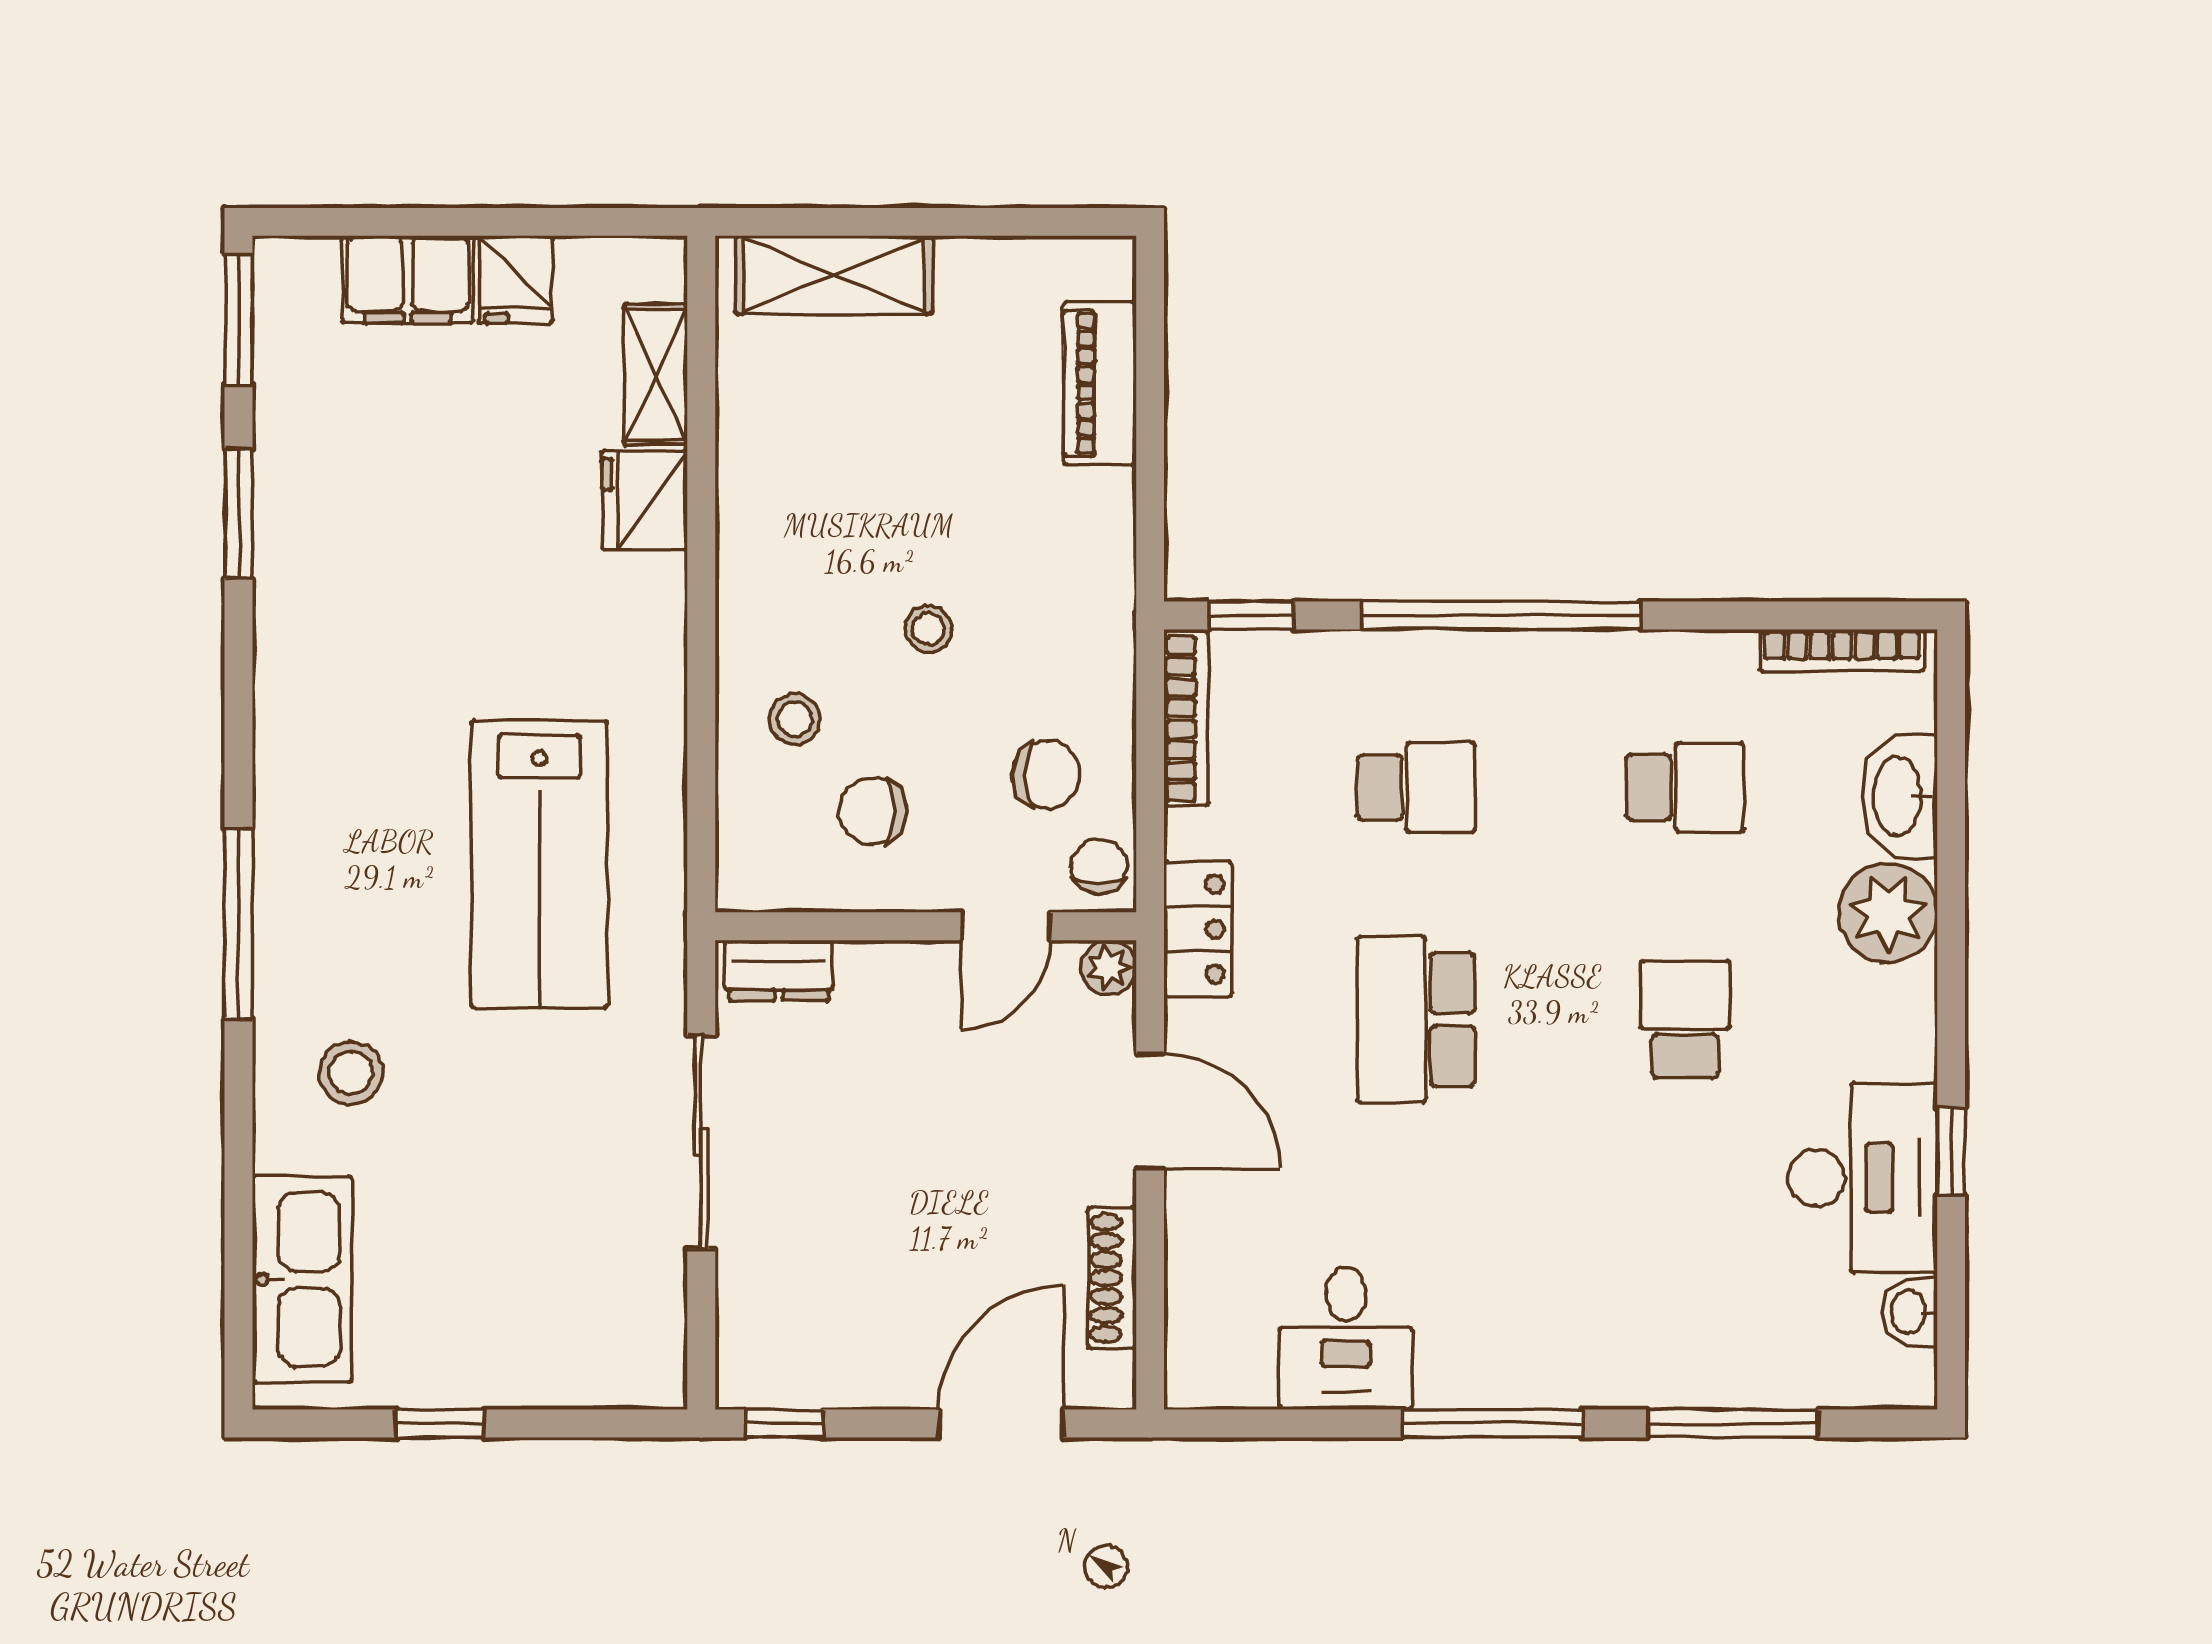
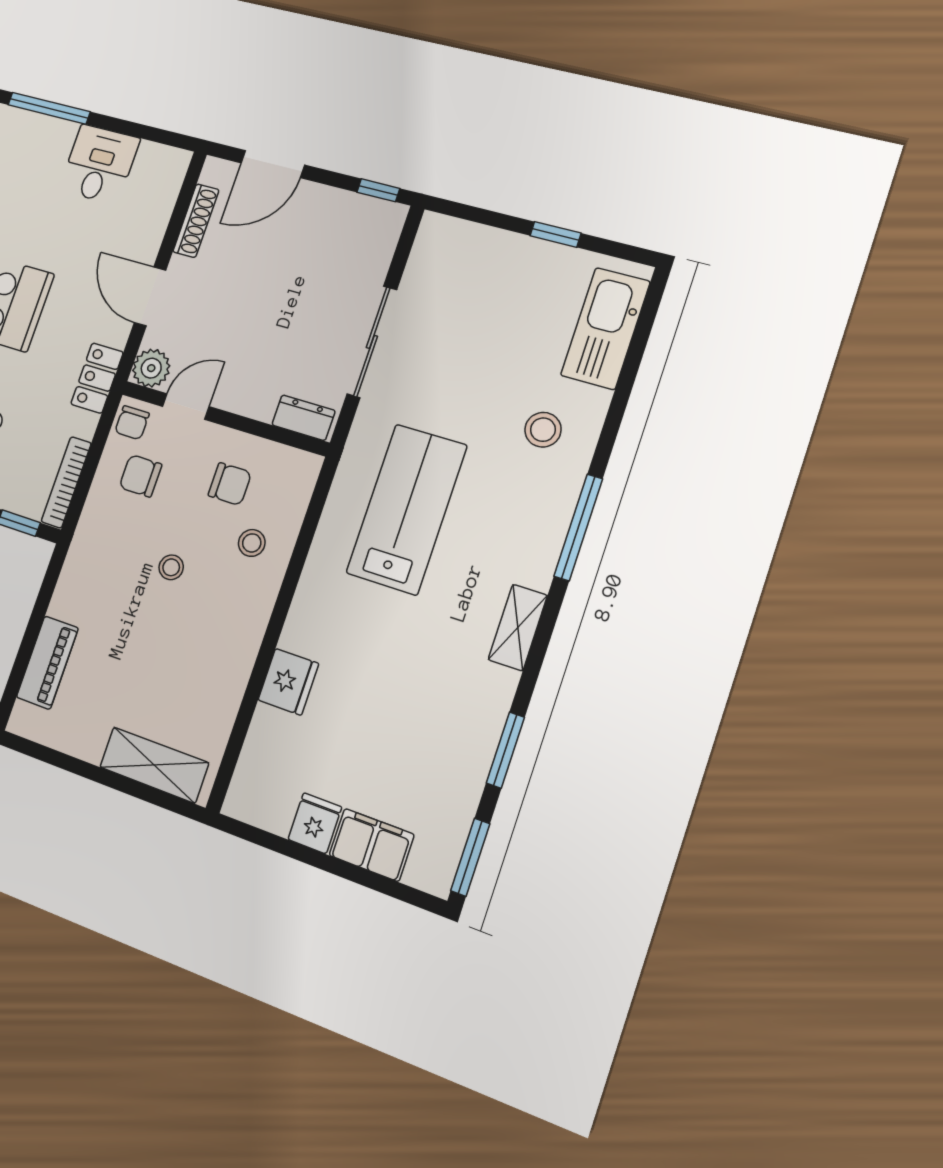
shelving: (656, 375) -> (518, 628), moved
plant: (1109, 968) -> (151, 368), width x1.38, depth x1.38

